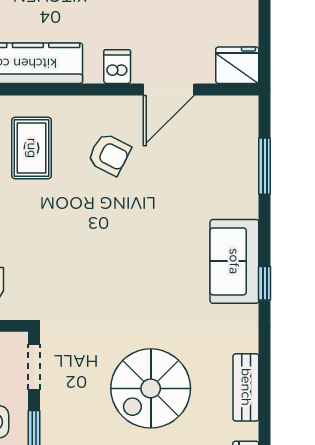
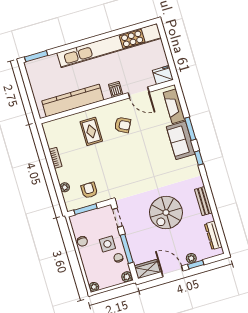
door: (169, 89) -> (139, 92), hinge flipped
fireplace: (242, 146) -> (174, 106), added
window: (265, 166) -> (190, 129), moved
sofa: (234, 261) -> (181, 140), moved

